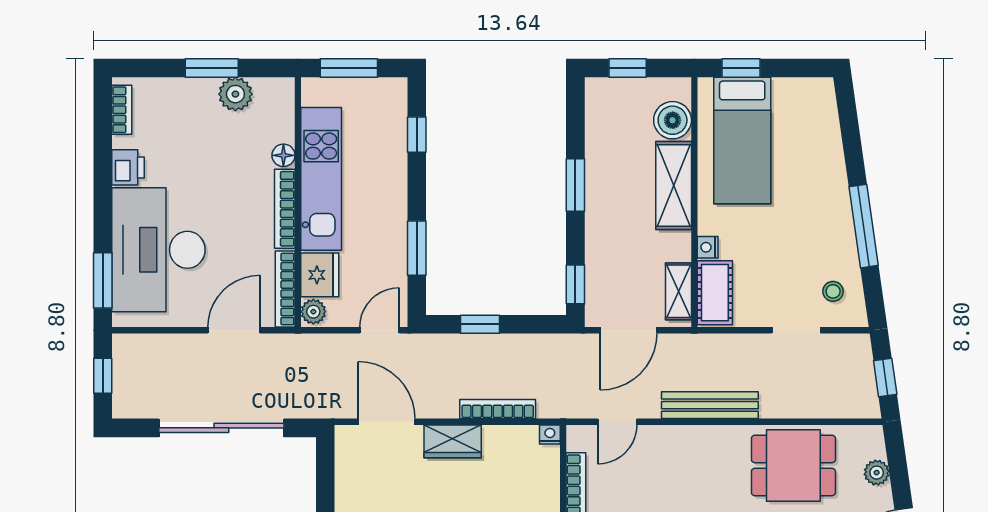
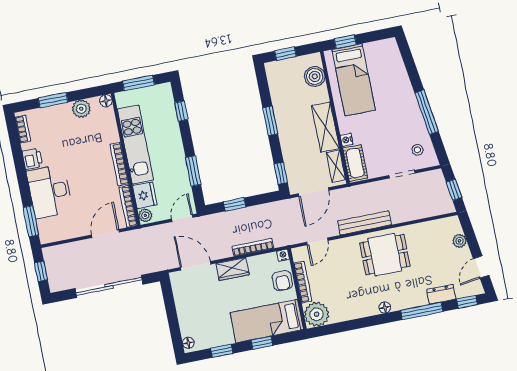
window: (212, 68) -> (53, 100), moved
floor lamp: (283, 155) -> (106, 101), moved
shelving: (674, 186) -> (325, 127), moved
desk: (158, 250) -> (50, 191), width x0.73, depth x0.77
dining table: (793, 465) -> (385, 255), moved
armchair: (539, 480) -> (282, 281), added

